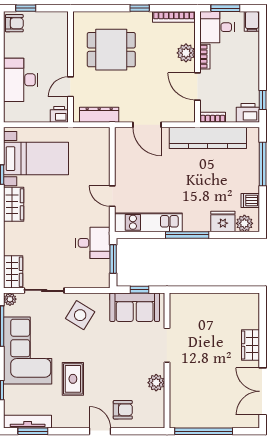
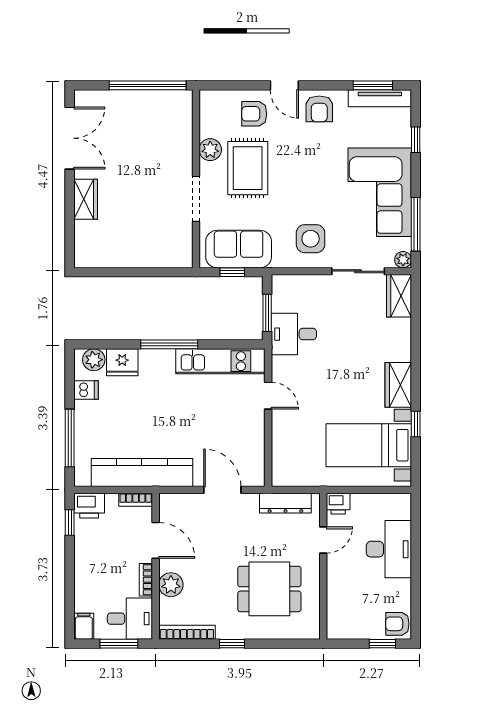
side table: (80, 315) -> (311, 239), turned -32
rug: (73, 379) -> (248, 168), moved, width x1.36, depth x1.43
armchair: (74, 414) -> (319, 109), added

